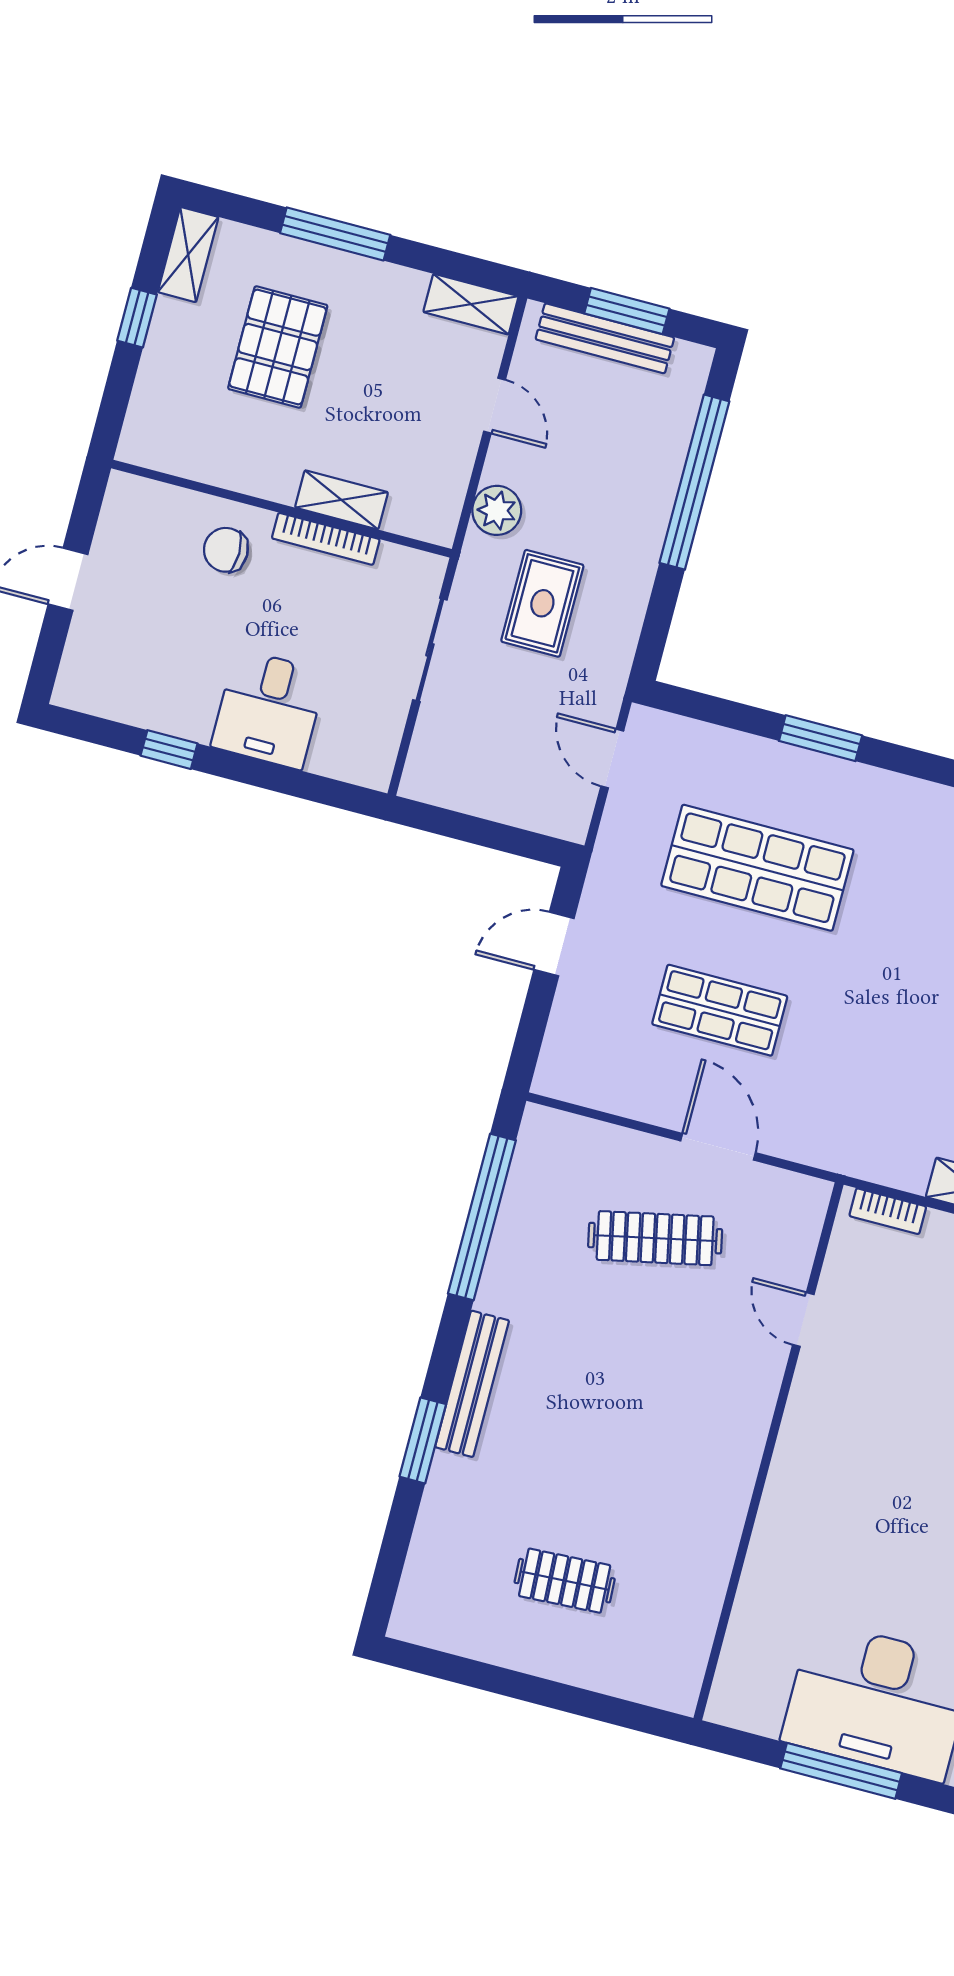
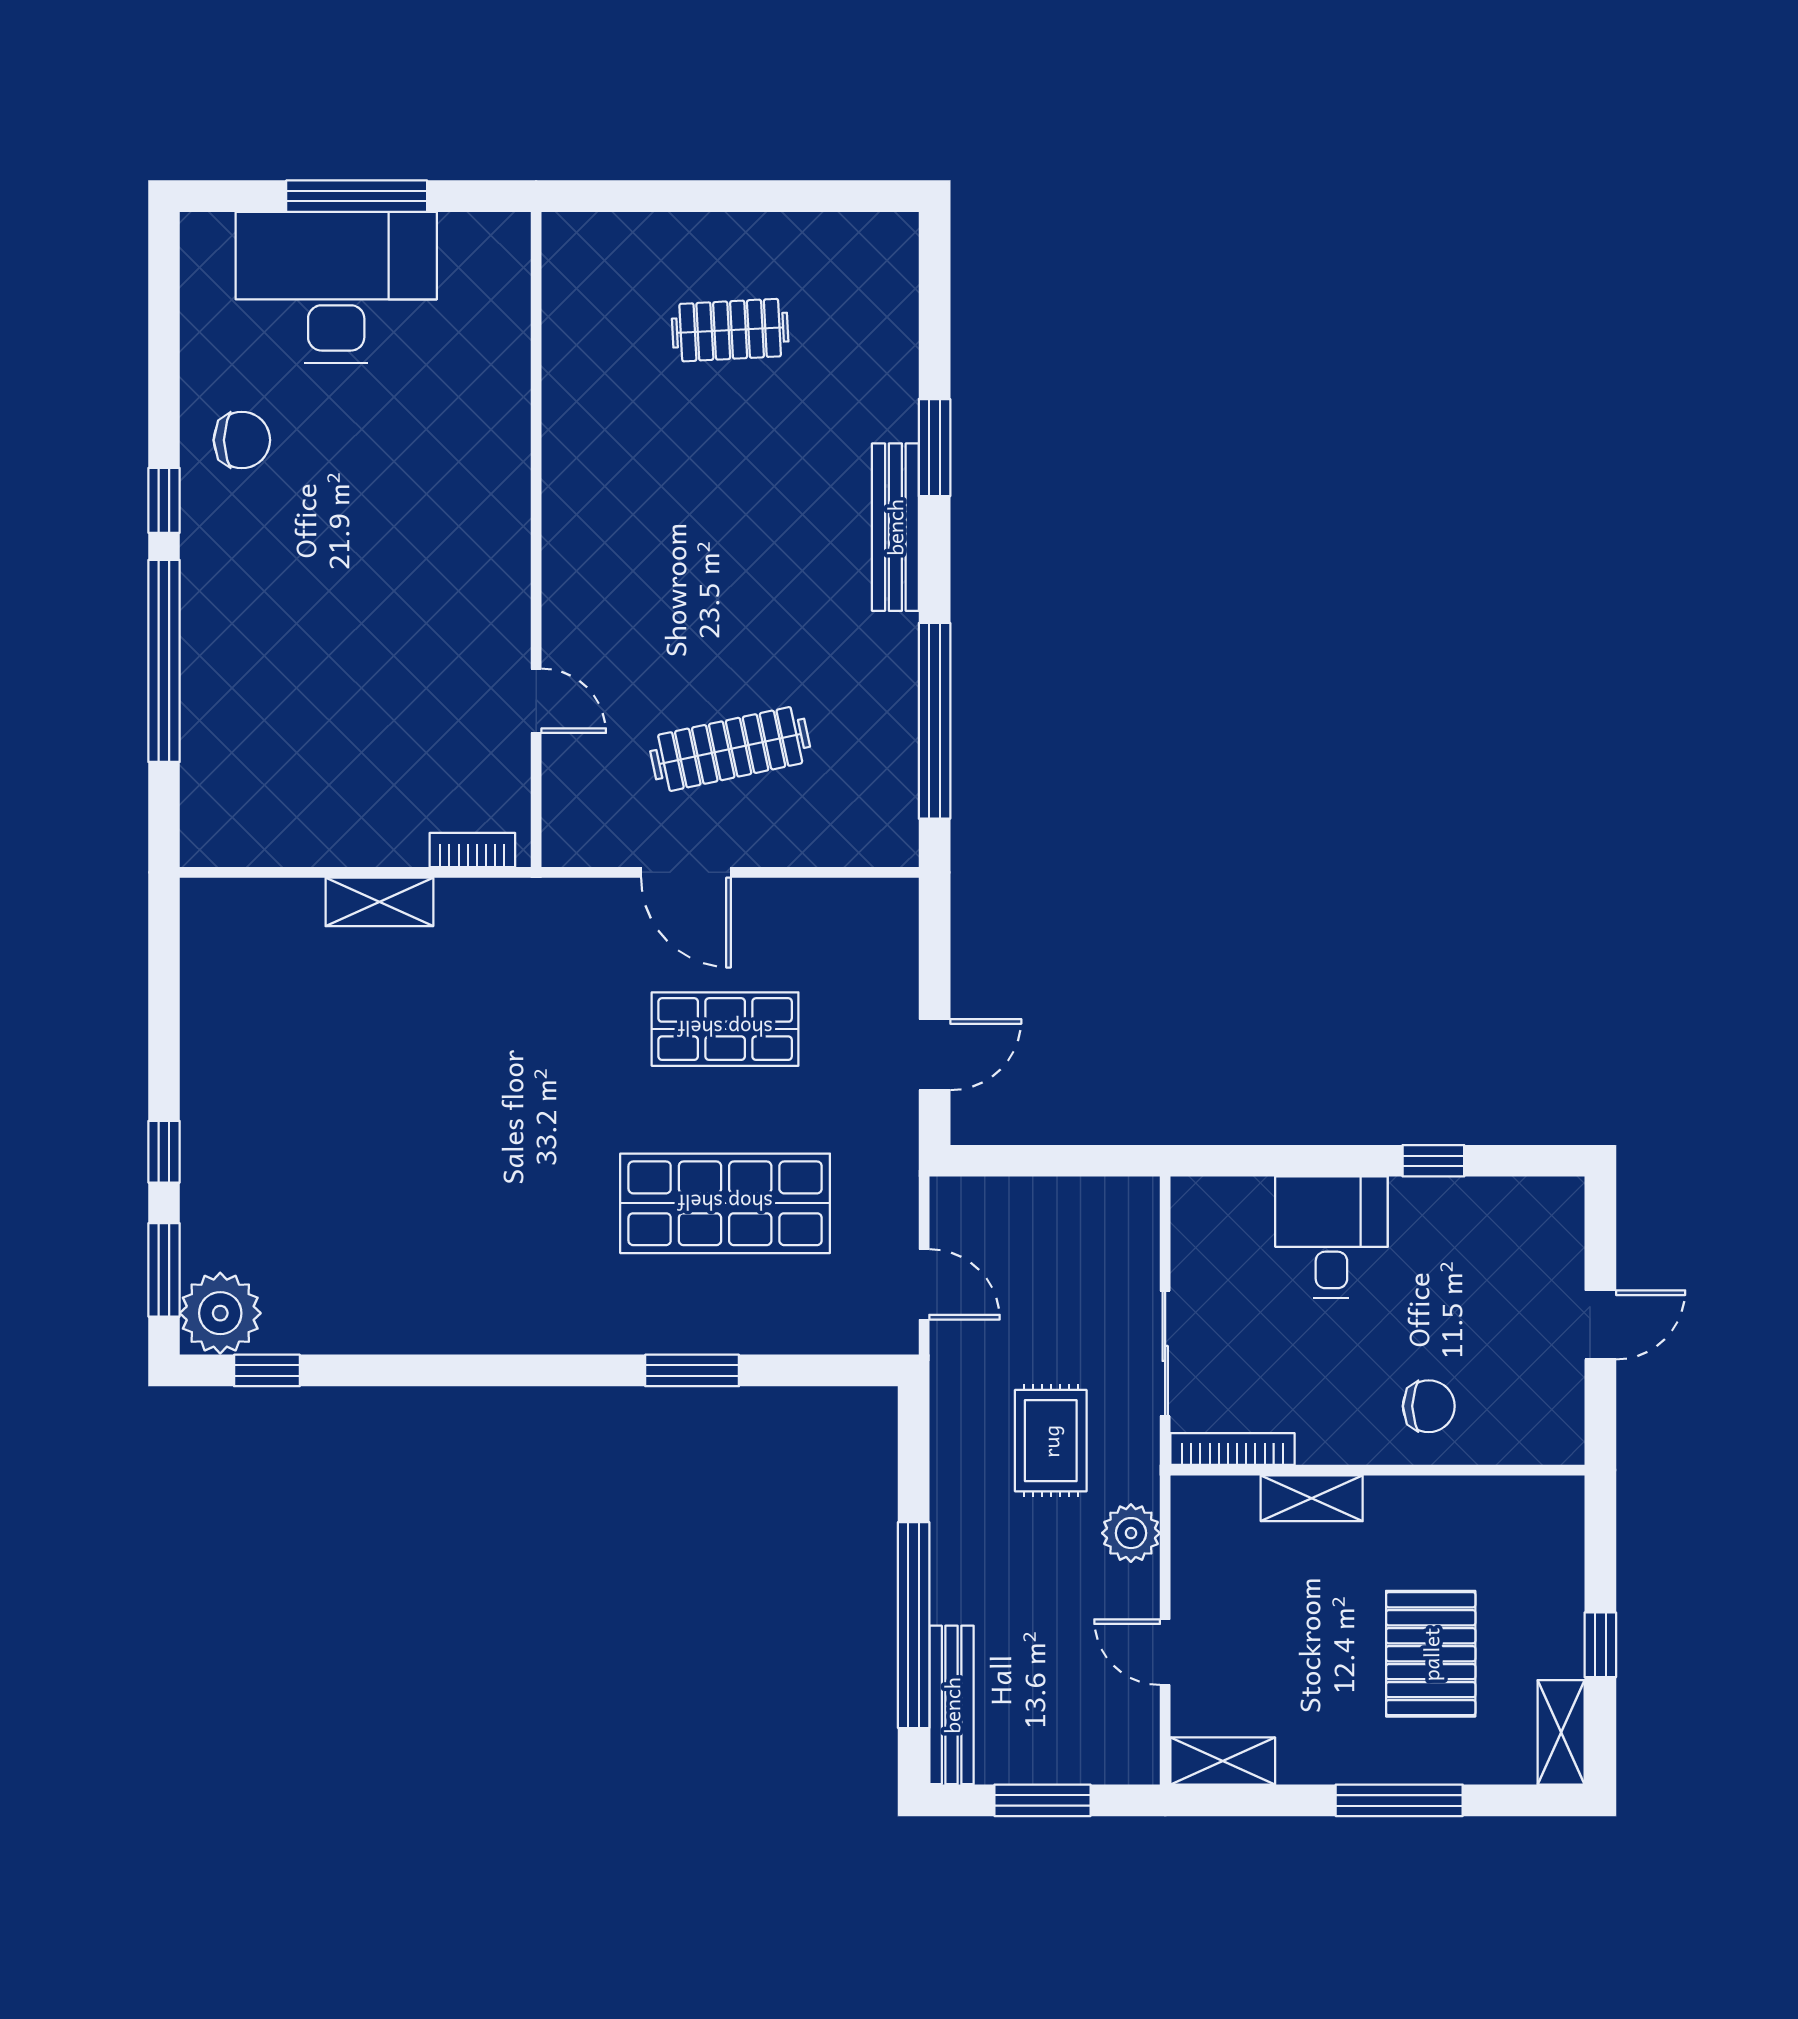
bench: (605, 338) -> (952, 1705), moved, turned 90
bookcase: (326, 539) -> (1233, 1449), moved

